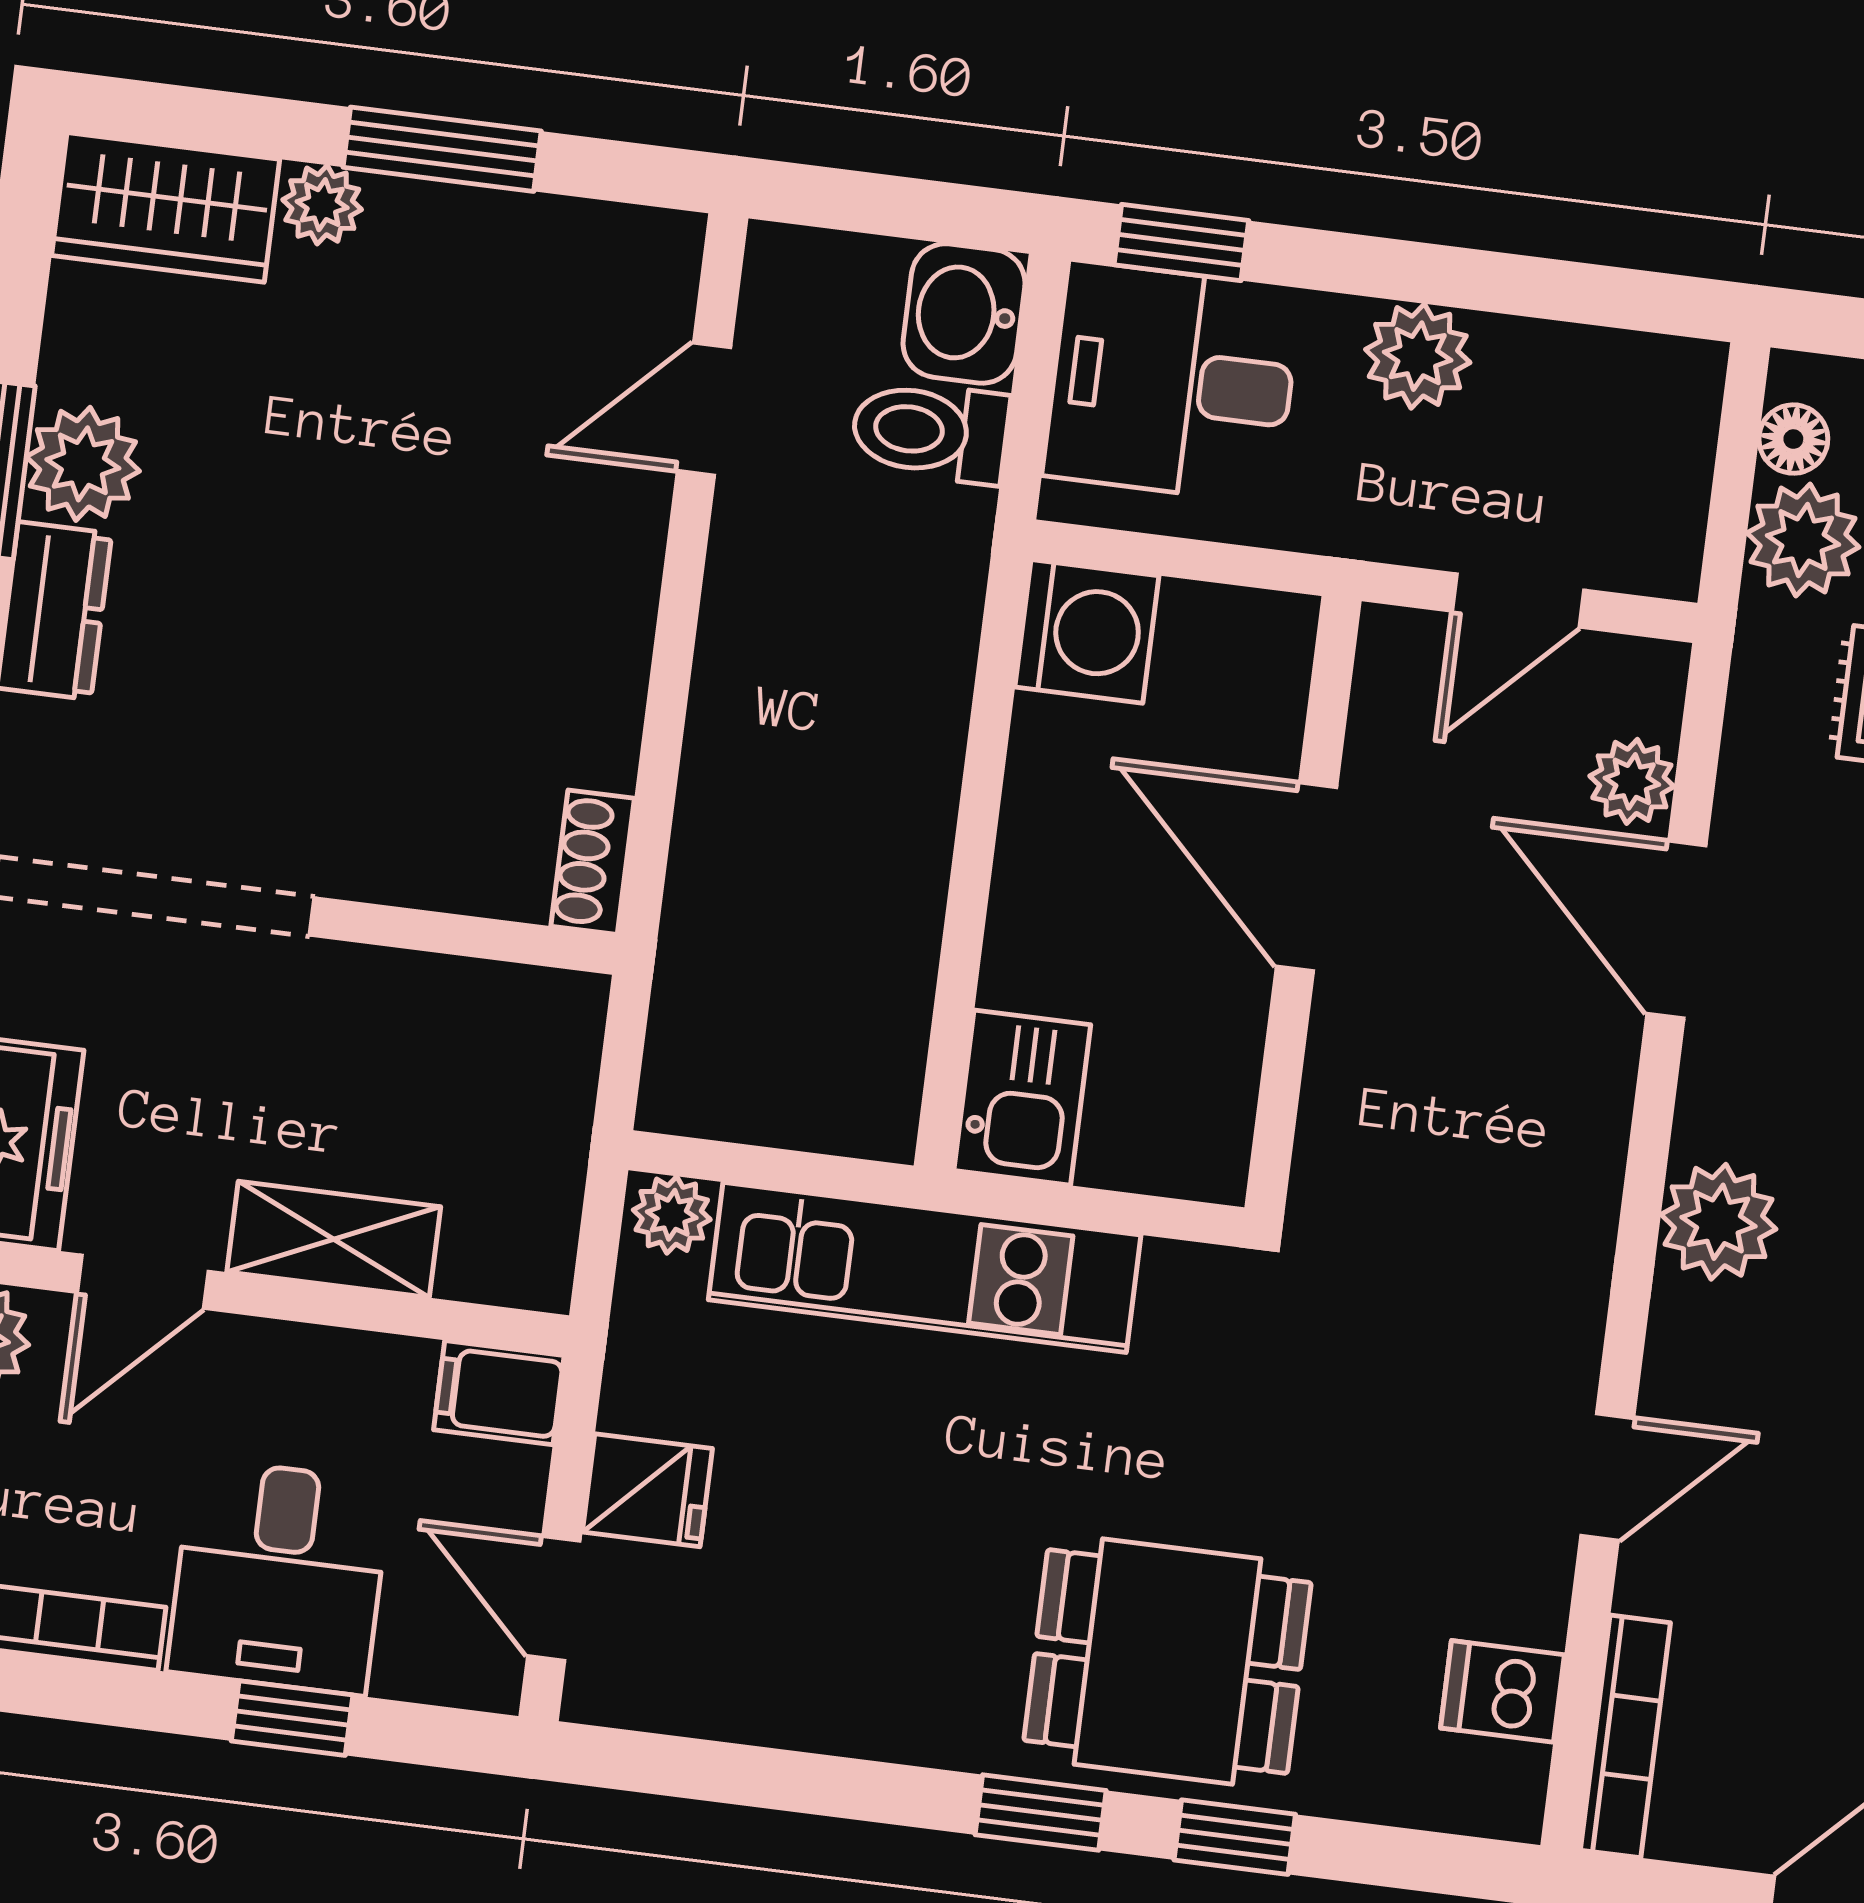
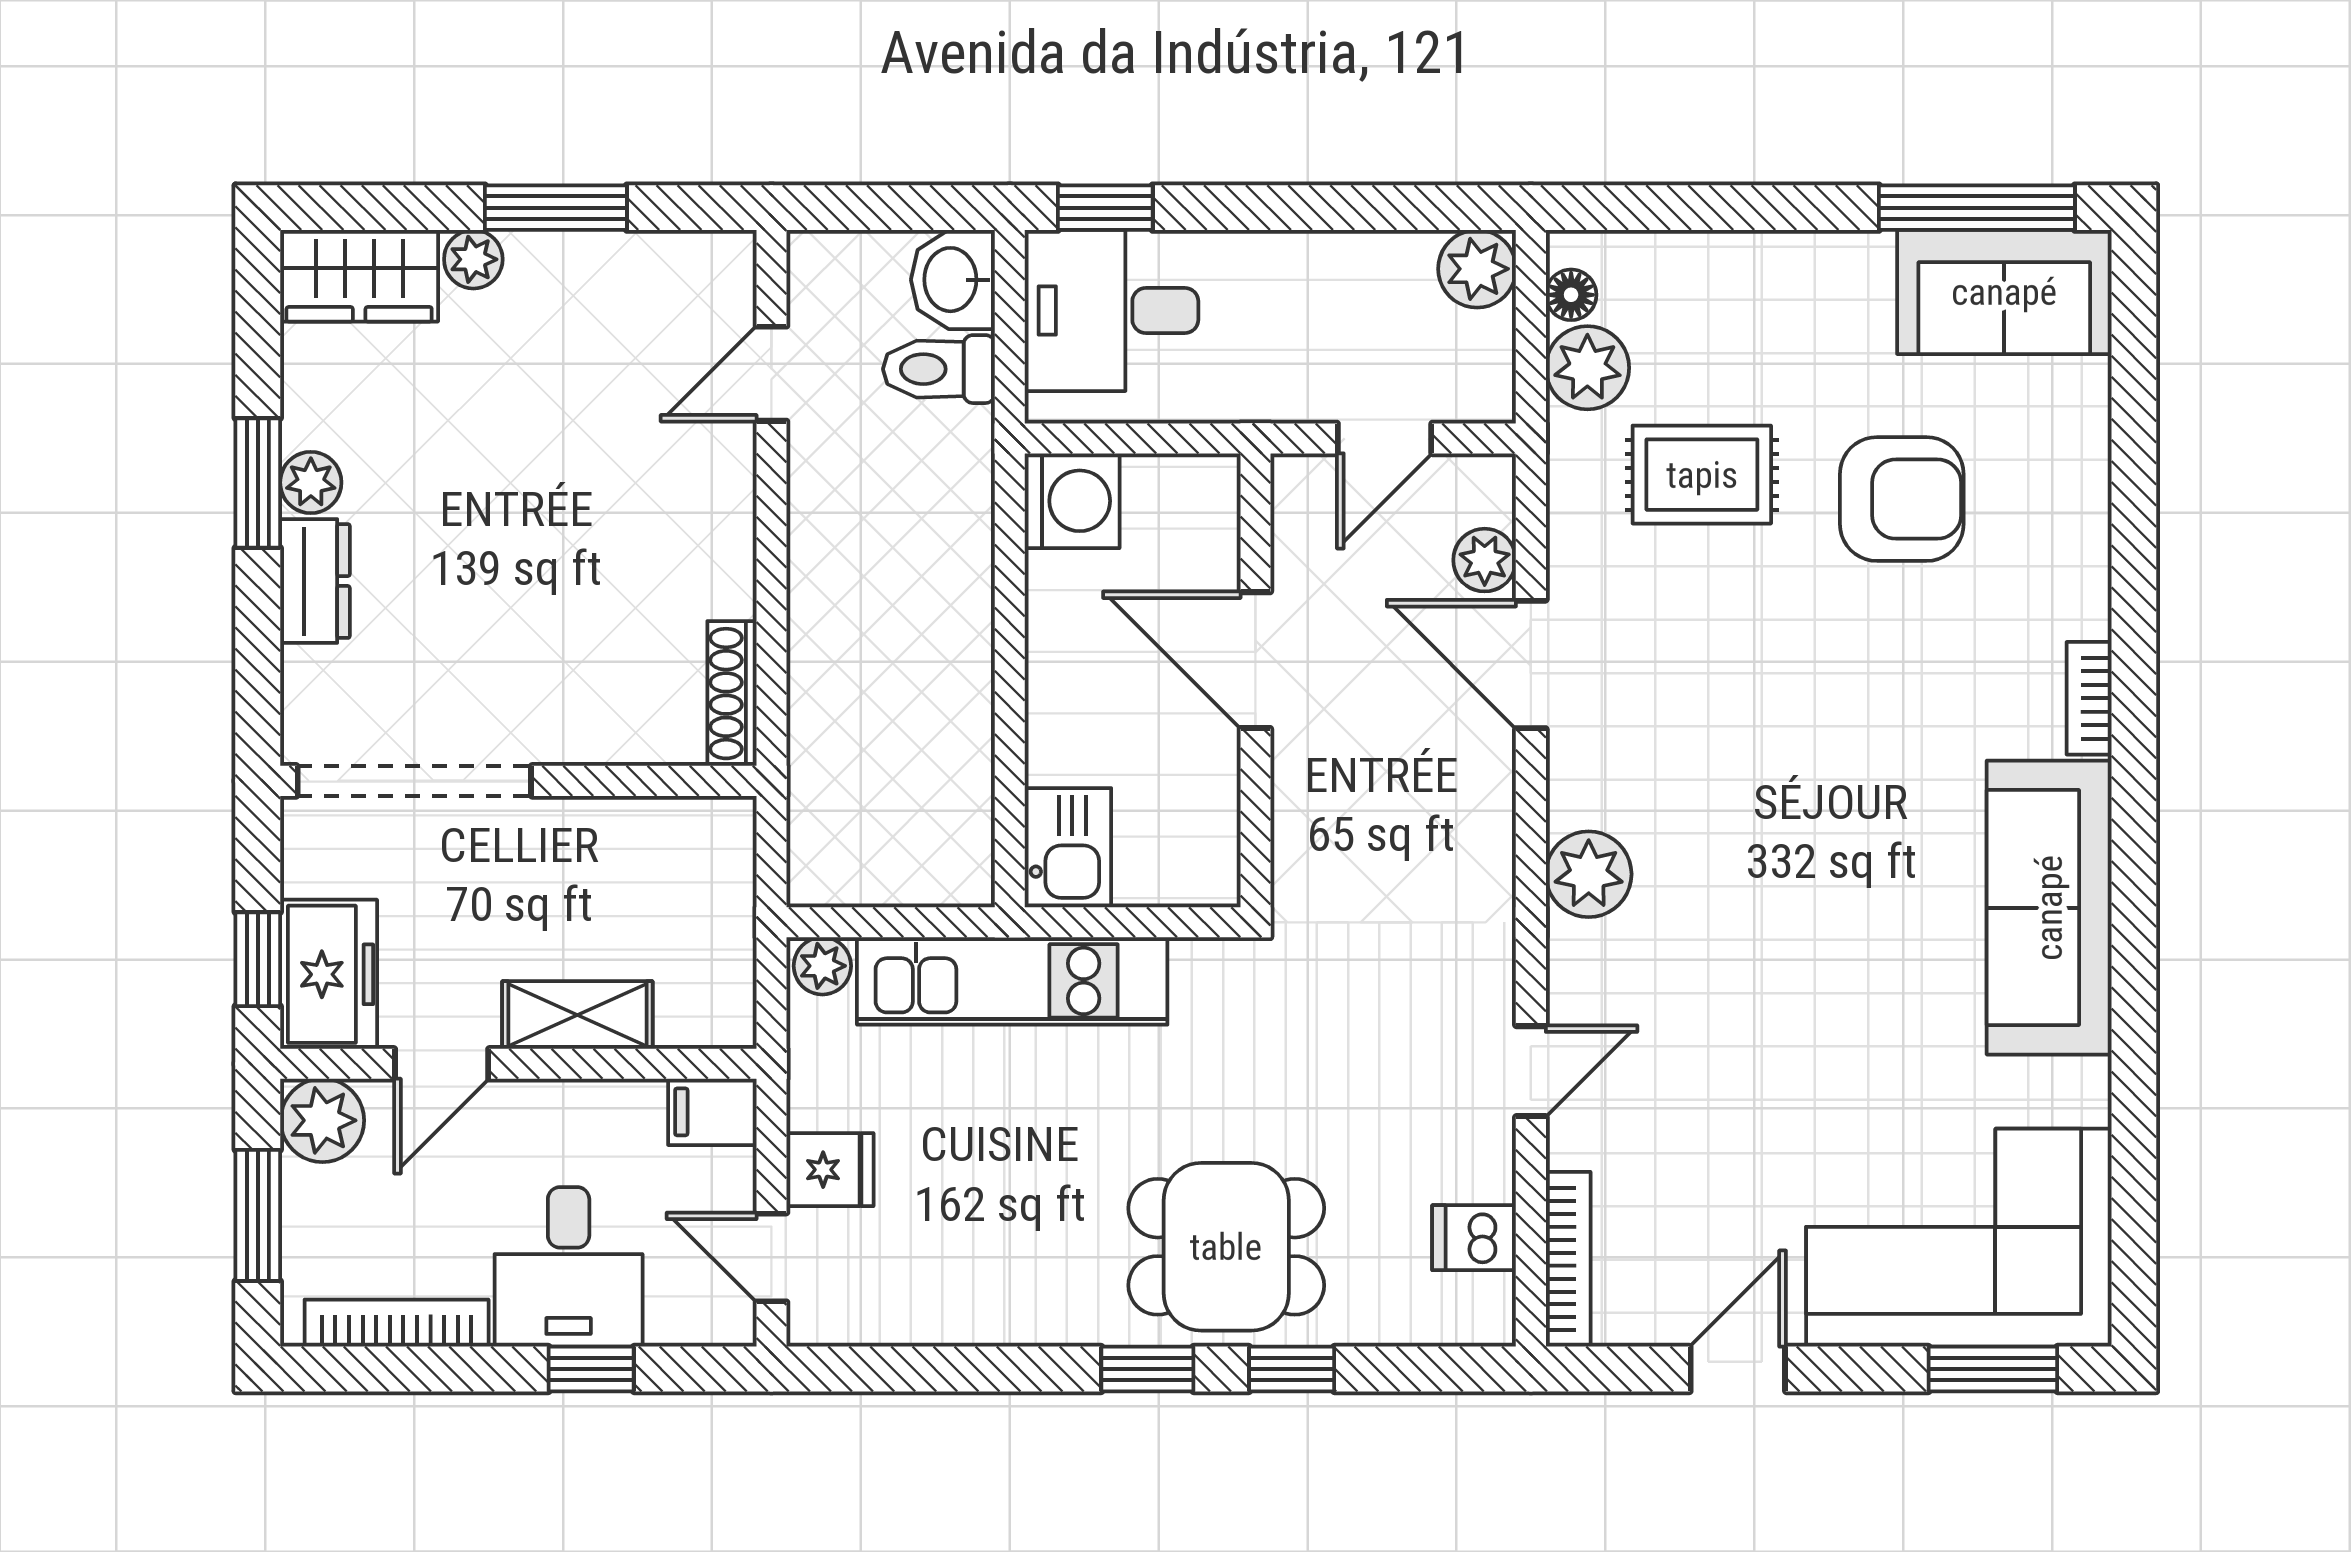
plant: (1418, 356) -> (1477, 269), moved
plant: (83, 464) -> (311, 482), width x0.73, depth x0.73
shoe rack: (593, 862) -> (732, 694), width x1.43

